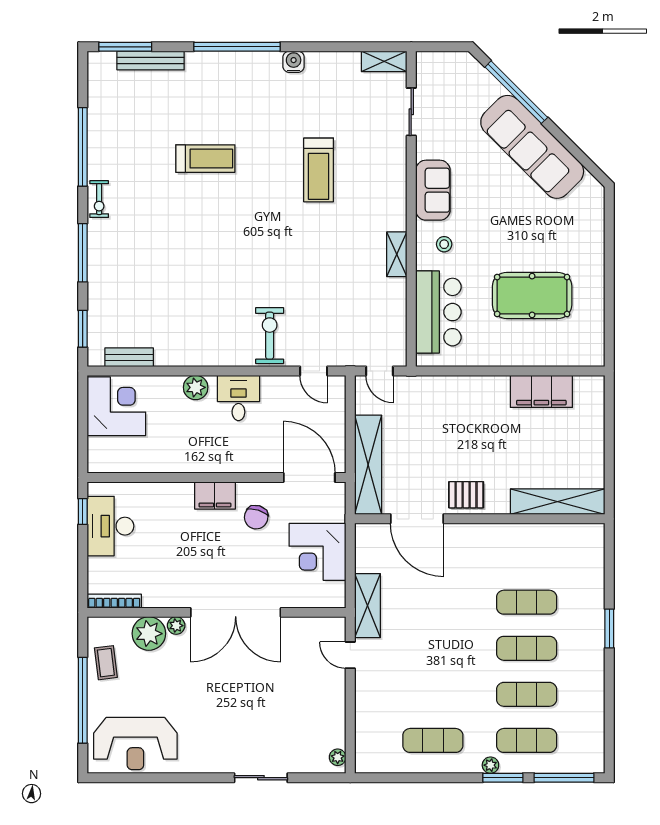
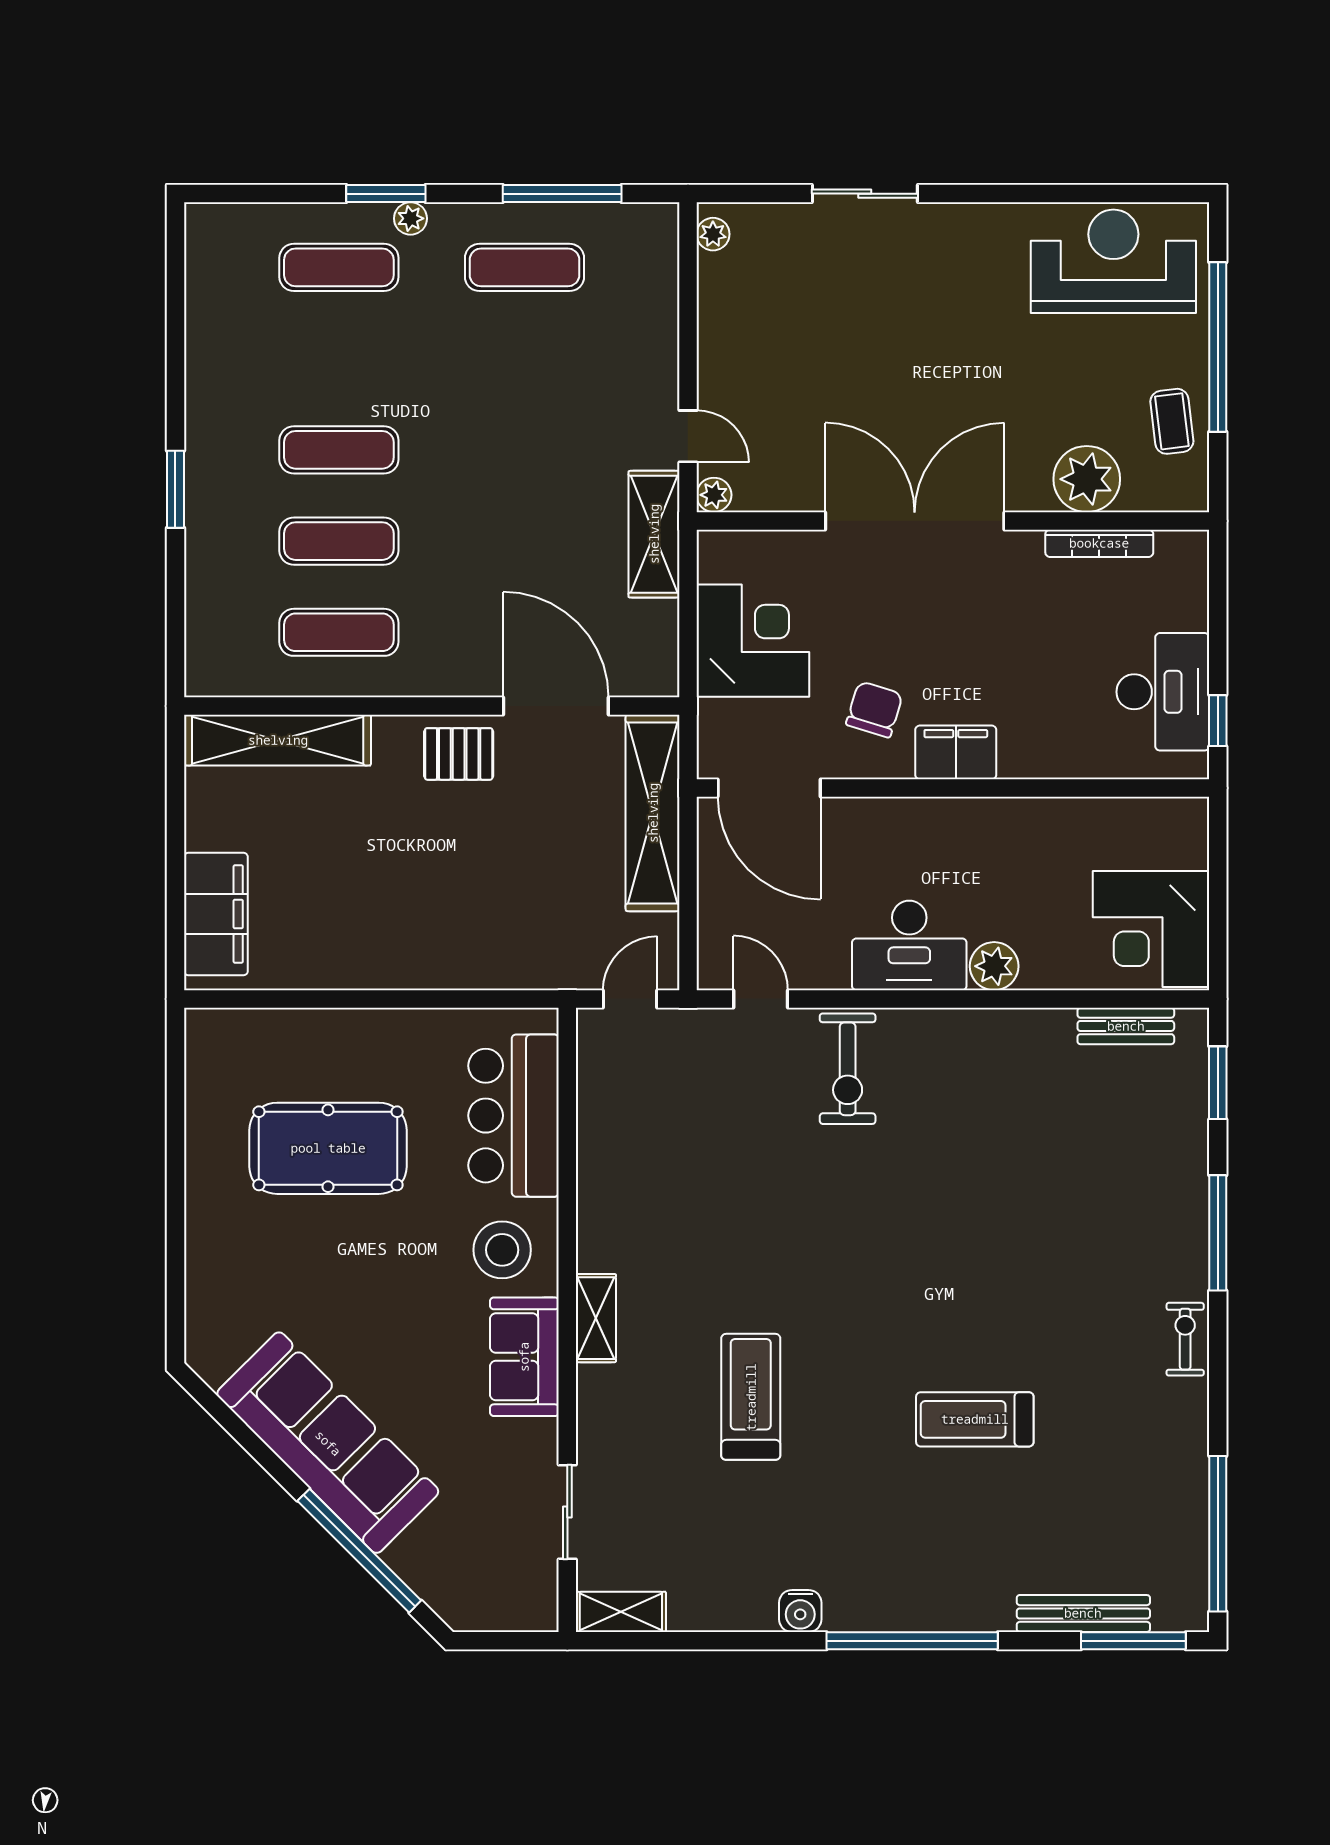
window: (83, 147) -> (1218, 1534), moved
stool: (444, 244) -> (502, 1250), width x1.89, depth x1.89
shelving: (397, 254) -> (596, 1318), moved
door: (380, 371) -> (630, 999), hinge flipped
filing cabinet: (541, 391) -> (216, 914), moved, turned 90
desk: (238, 398) -> (909, 945), width x1.37
bookcase: (114, 601) -> (1099, 543), moved
plant: (176, 626) -> (714, 495), moved
exercise mat: (527, 694) -> (339, 632), moved
window: (564, 778) -> (562, 194), moved

